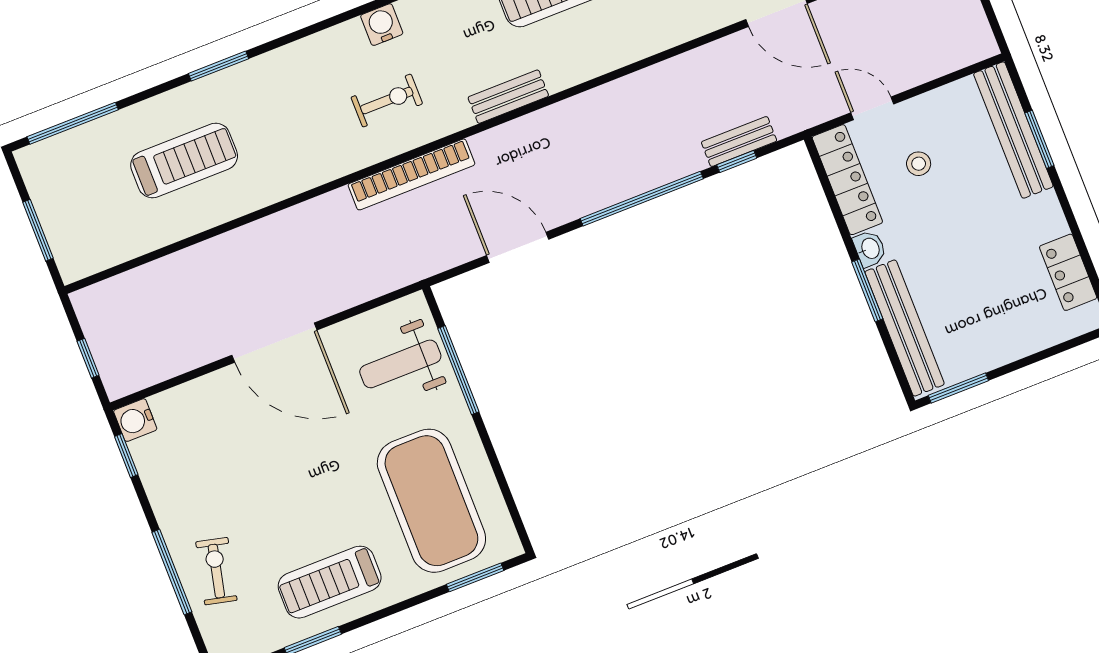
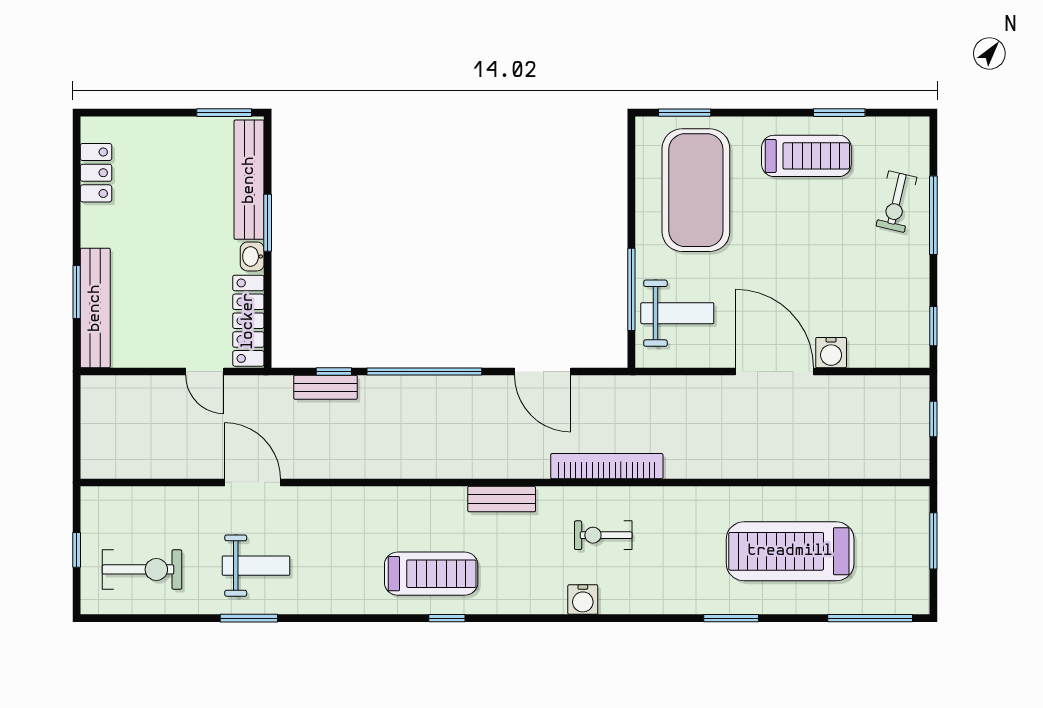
treadmill: (184, 160) -> (790, 551), width x1.37, depth x1.38
stool: (919, 164) -> (184, 311), removed
water cooler: (135, 420) -> (831, 353), moved, turned 90

